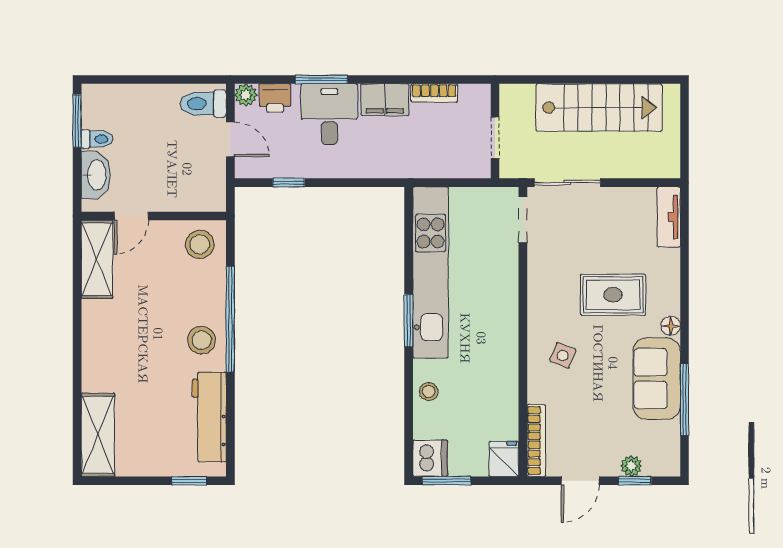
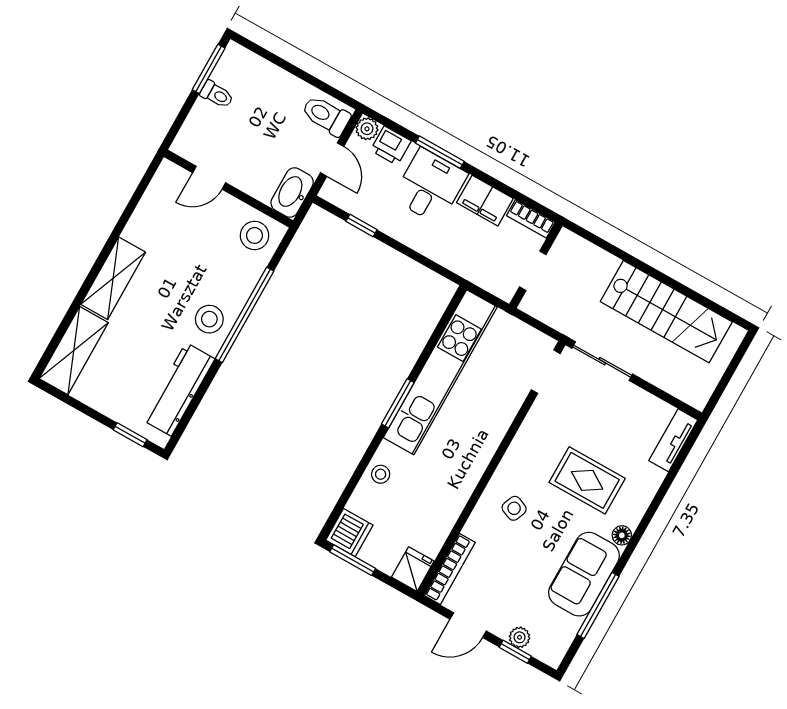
wall: (495, 131) -> (536, 265), moved
doorway: (495, 138) -> (533, 271), moved
washbasin: (96, 175) -> (292, 192), moved, turned 180
shelving: (97, 259) -> (113, 278), moved

